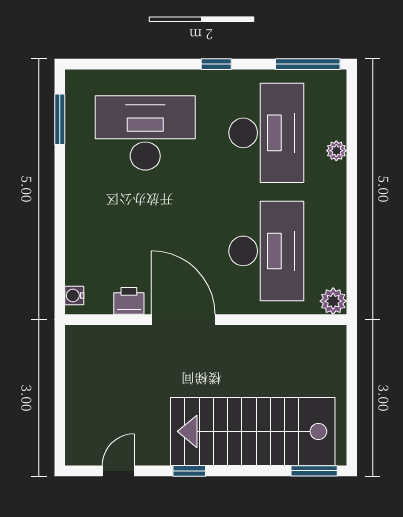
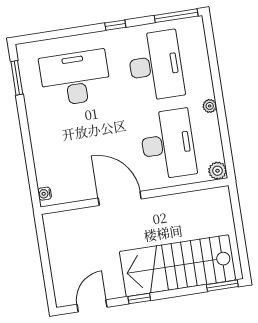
plant: (336, 151) -> (210, 106), moved
printer: (129, 301) -> (82, 192), removed
door: (118, 471) -> (92, 306), width x1.37

